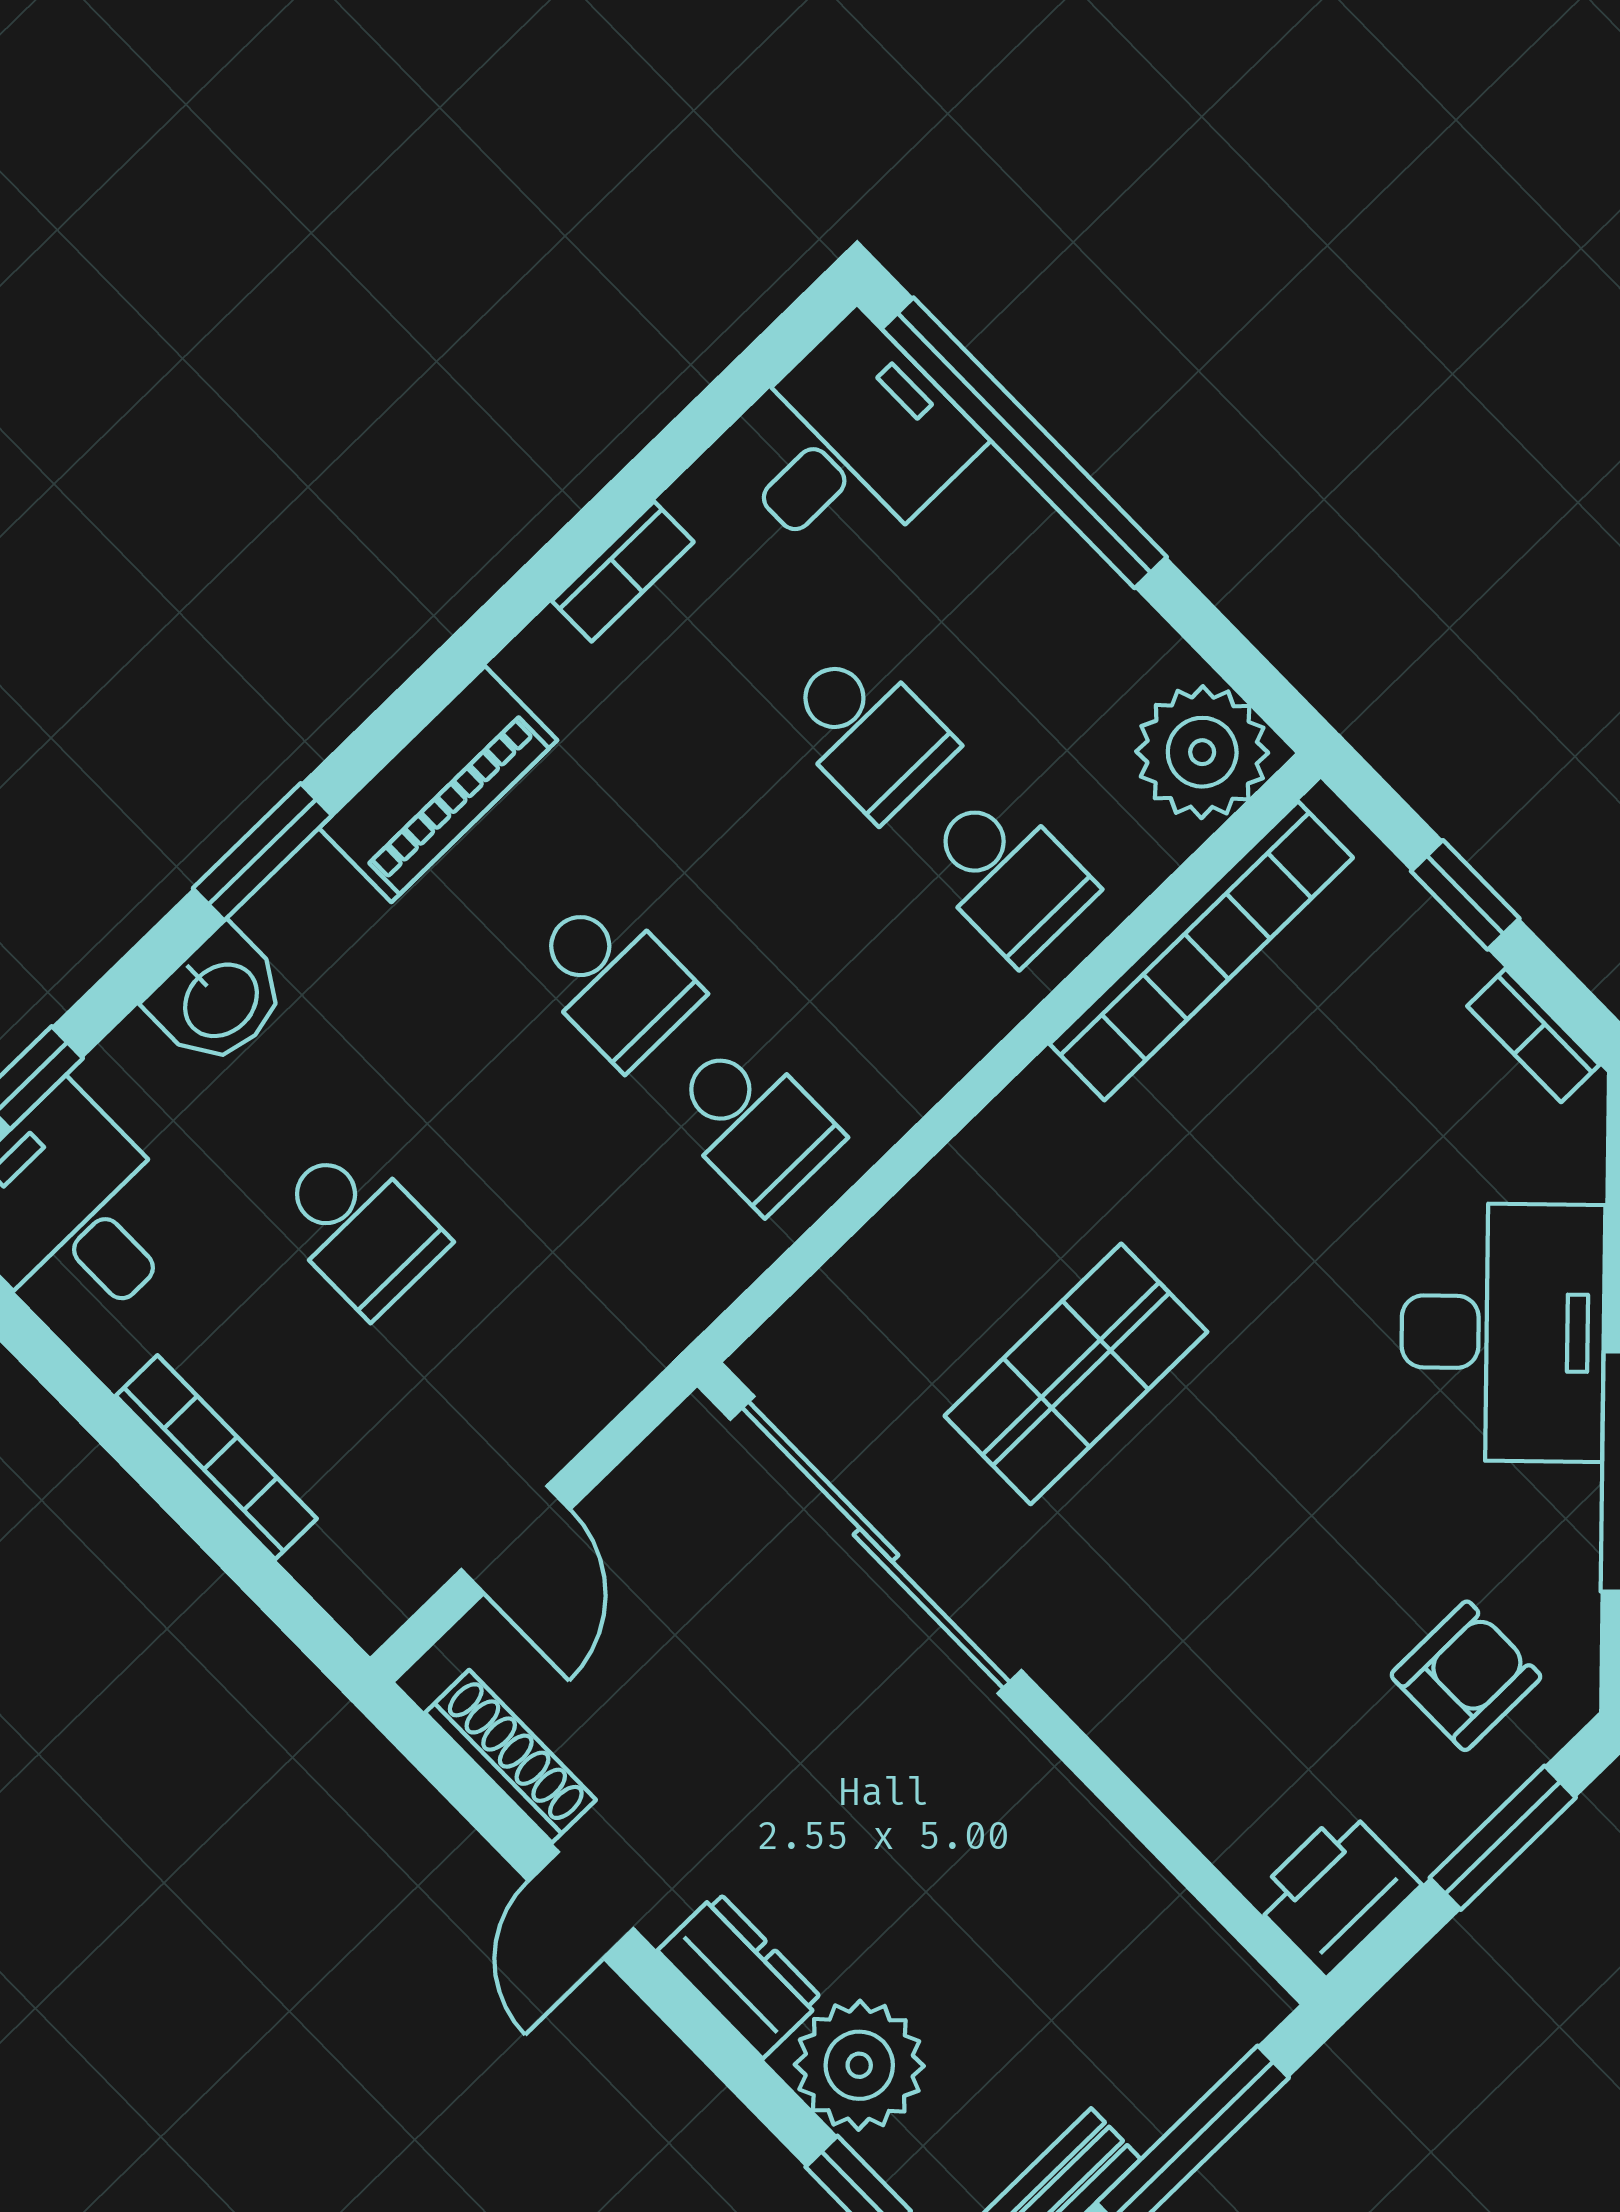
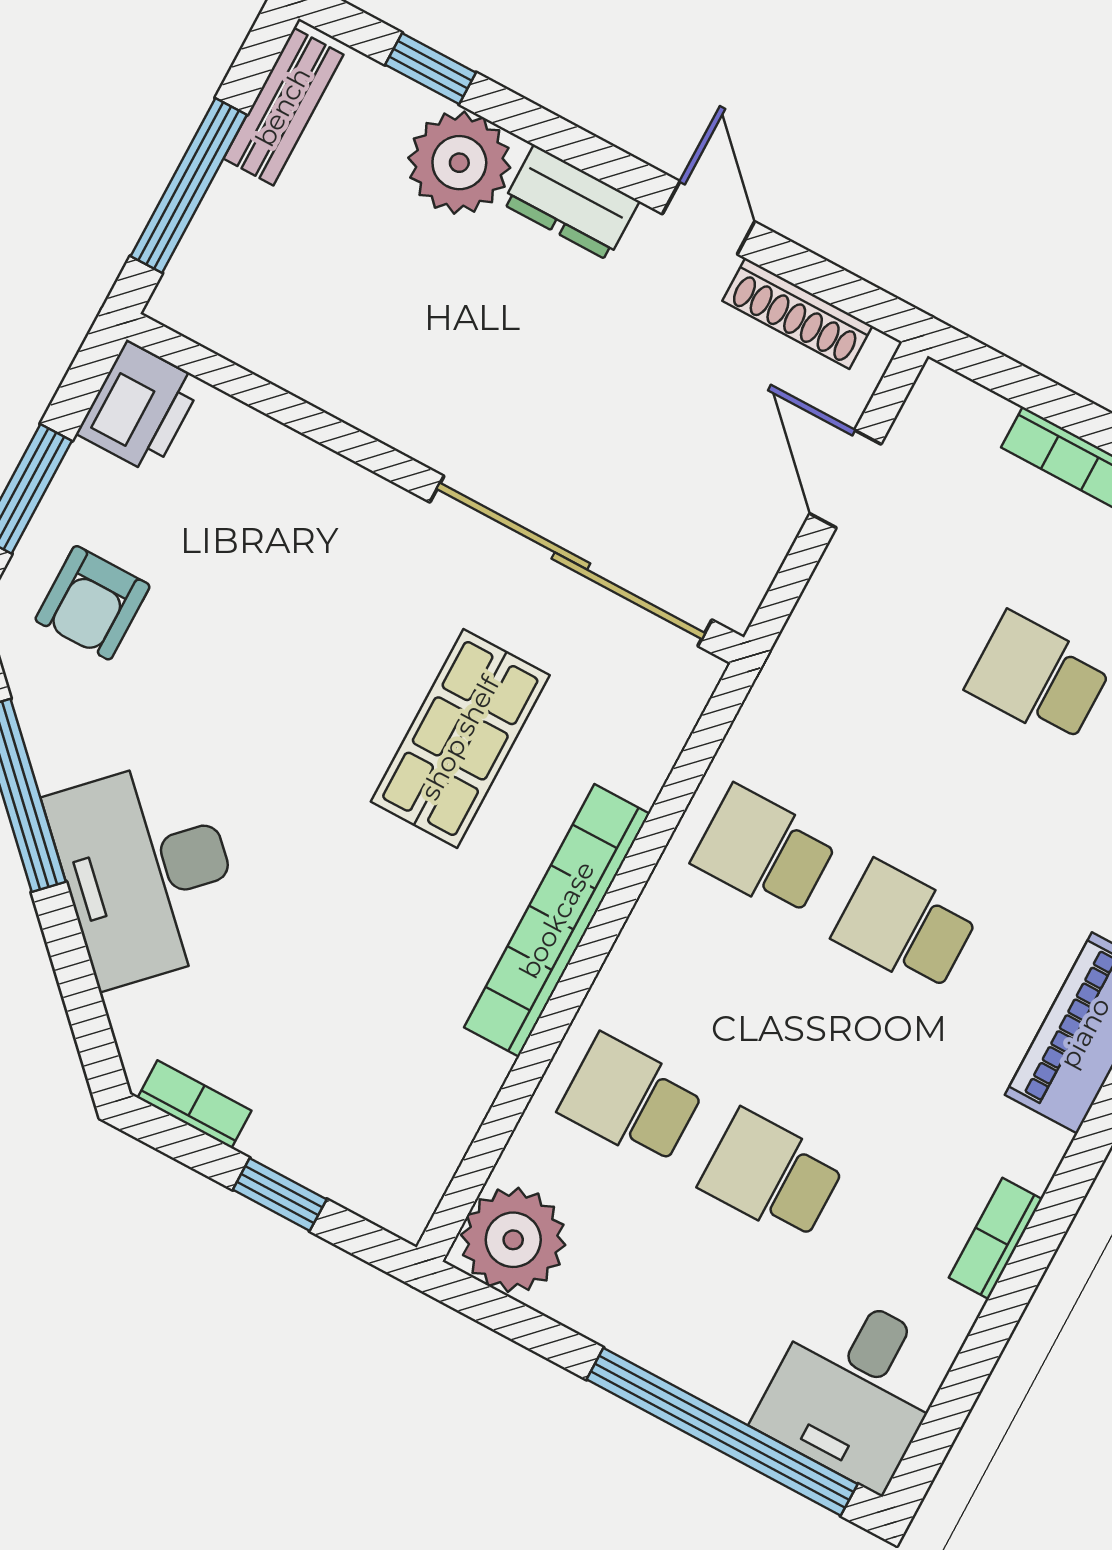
bookcase: (1201, 951) -> (557, 920), moved

